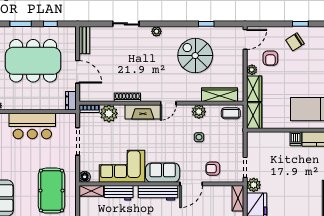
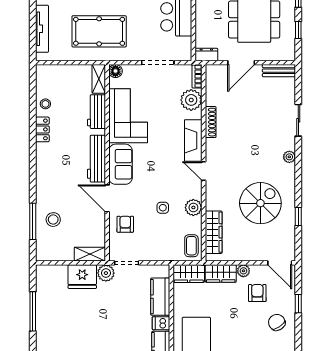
window: (300, 24) -> (298, 304), moved
armchair: (270, 58) -> (257, 293), turned 90
kitchen counter: (273, 139) -> (160, 297), added

